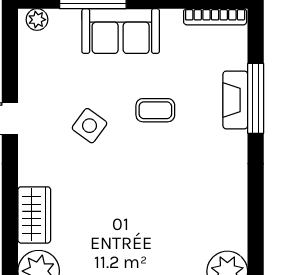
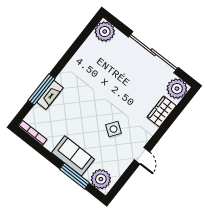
plant: (37, 20) -> (101, 179), width x1.88, depth x1.88
coffee table: (155, 110) -> (84, 115), removed

